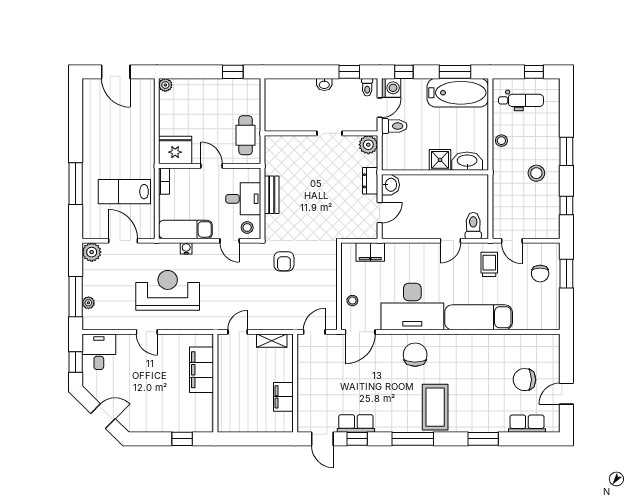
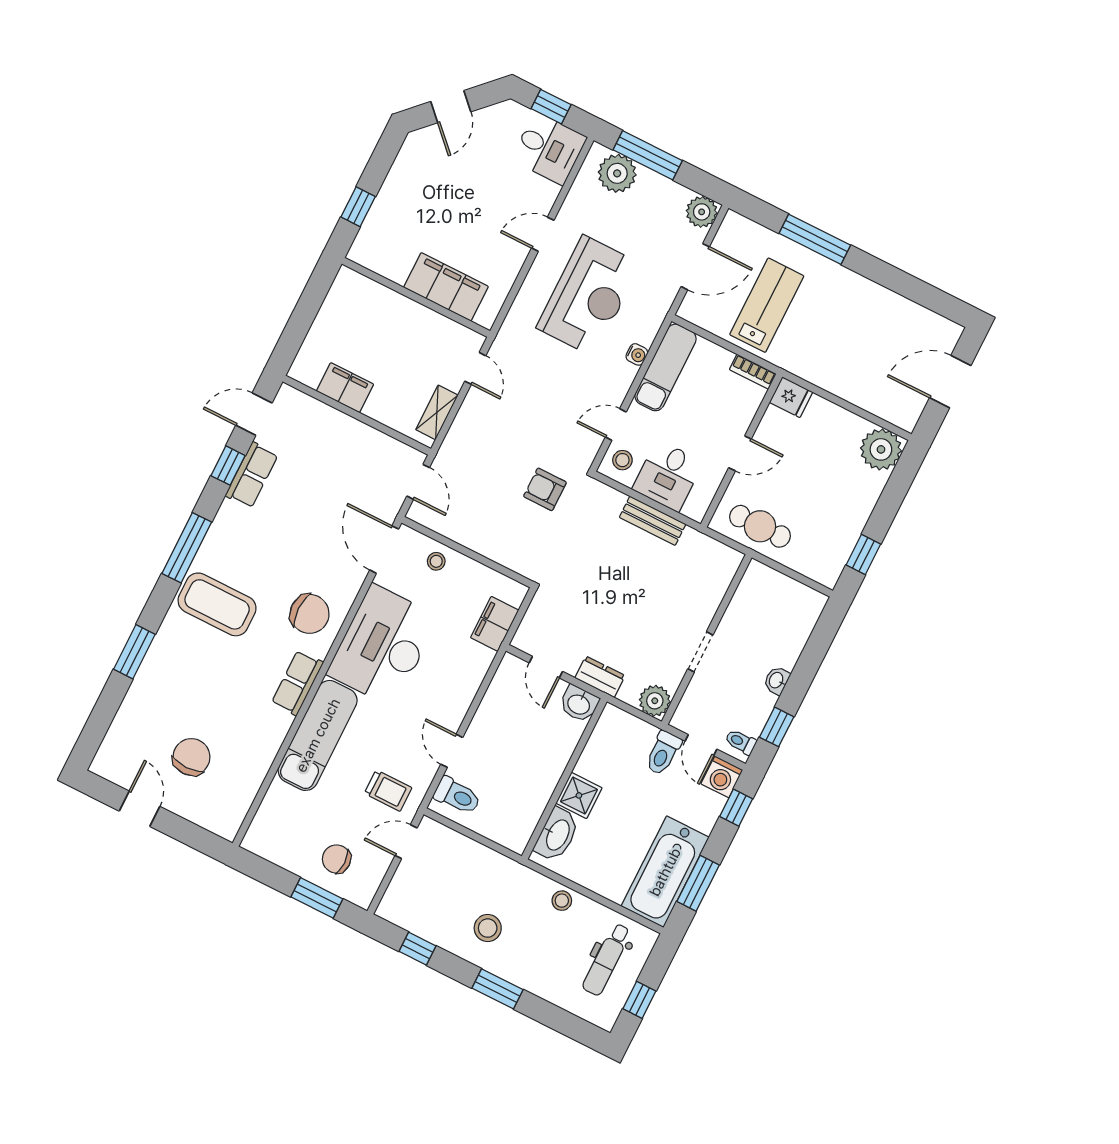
plant: (165, 85) -> (881, 449), width x1.88, depth x1.88
fridge: (175, 150) -> (791, 397), width x0.53, depth x0.75
plant: (88, 303) -> (617, 173), width x1.87, depth x1.87
row of seats: (527, 424) -> (297, 683), moved, turned 180

